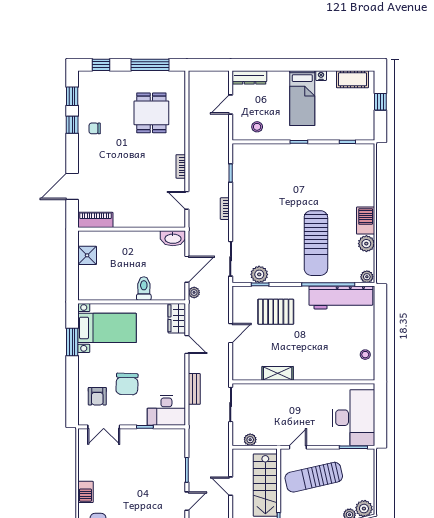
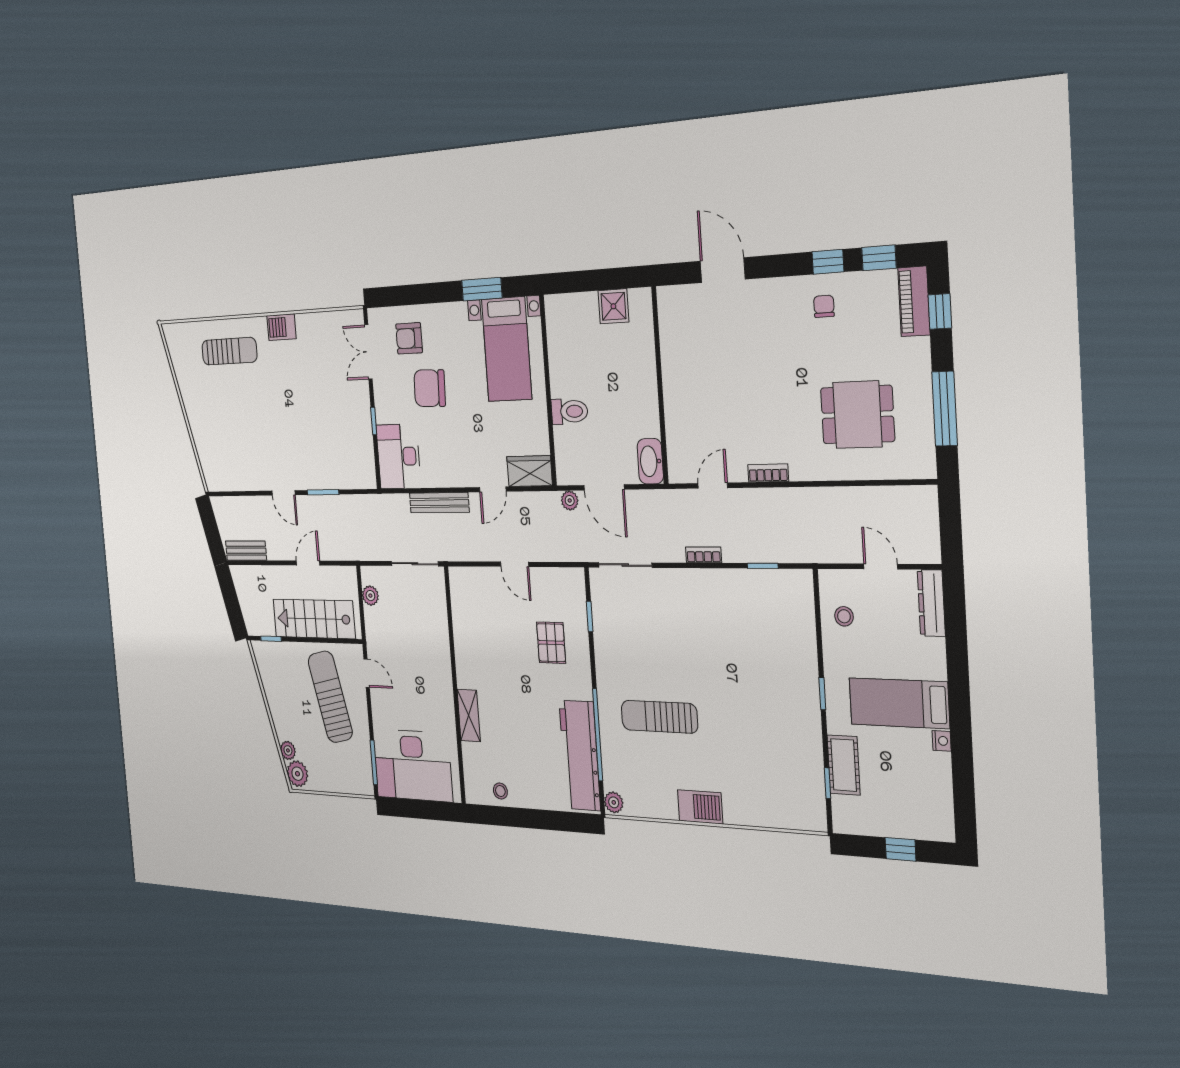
cot: (352, 79) -> (844, 765), moved
piano: (95, 220) -> (914, 301), moved, turned 180
sun lounger: (316, 243) -> (659, 717), width x0.73, depth x0.75
plant: (366, 244) -> (664, 805), removed
plant: (259, 274) -> (605, 615), removed
pallet: (276, 312) -> (551, 643), width x0.67, depth x0.71
shelving: (278, 373) -> (469, 715), moved
bench: (194, 389) -> (439, 503), width x1.36

